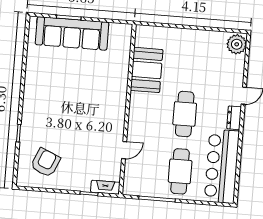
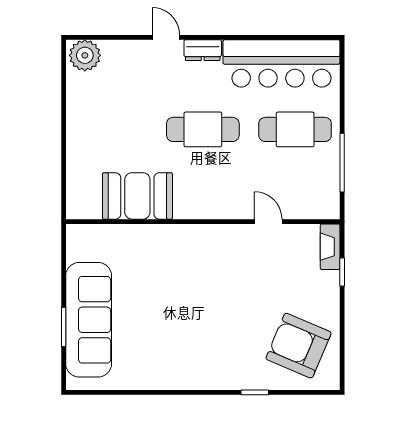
armchair: (45, 163) -> (299, 346), width x1.36, depth x1.36

